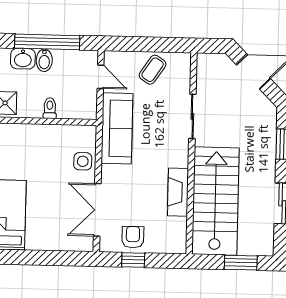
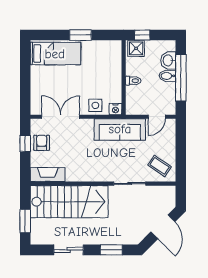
coffee table: (153, 70) -> (160, 166), moved
nightstand: (89, 134) -> (115, 109), added
fireplace: (178, 192) -> (48, 175), moved
armchair: (133, 237) -> (42, 143), turned -90

